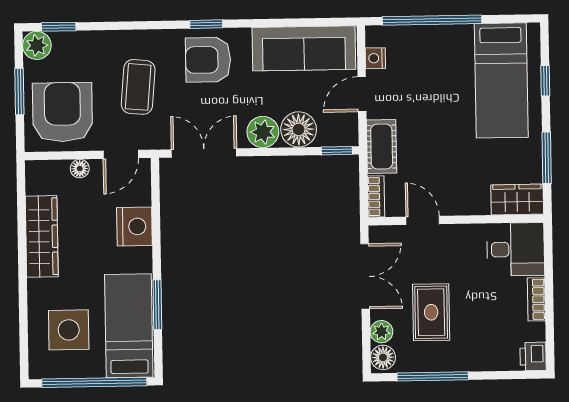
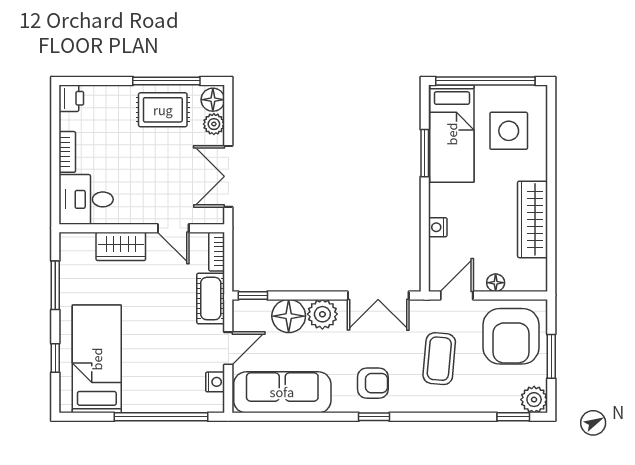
armchair: (208, 60) -> (373, 383), width x0.72, depth x0.72
wardrobe: (517, 199) -> (121, 246), moved
nightstand: (134, 227) -> (438, 227), width x0.53, depth x0.56
rug: (431, 312) -> (163, 110), moved, turned 90

